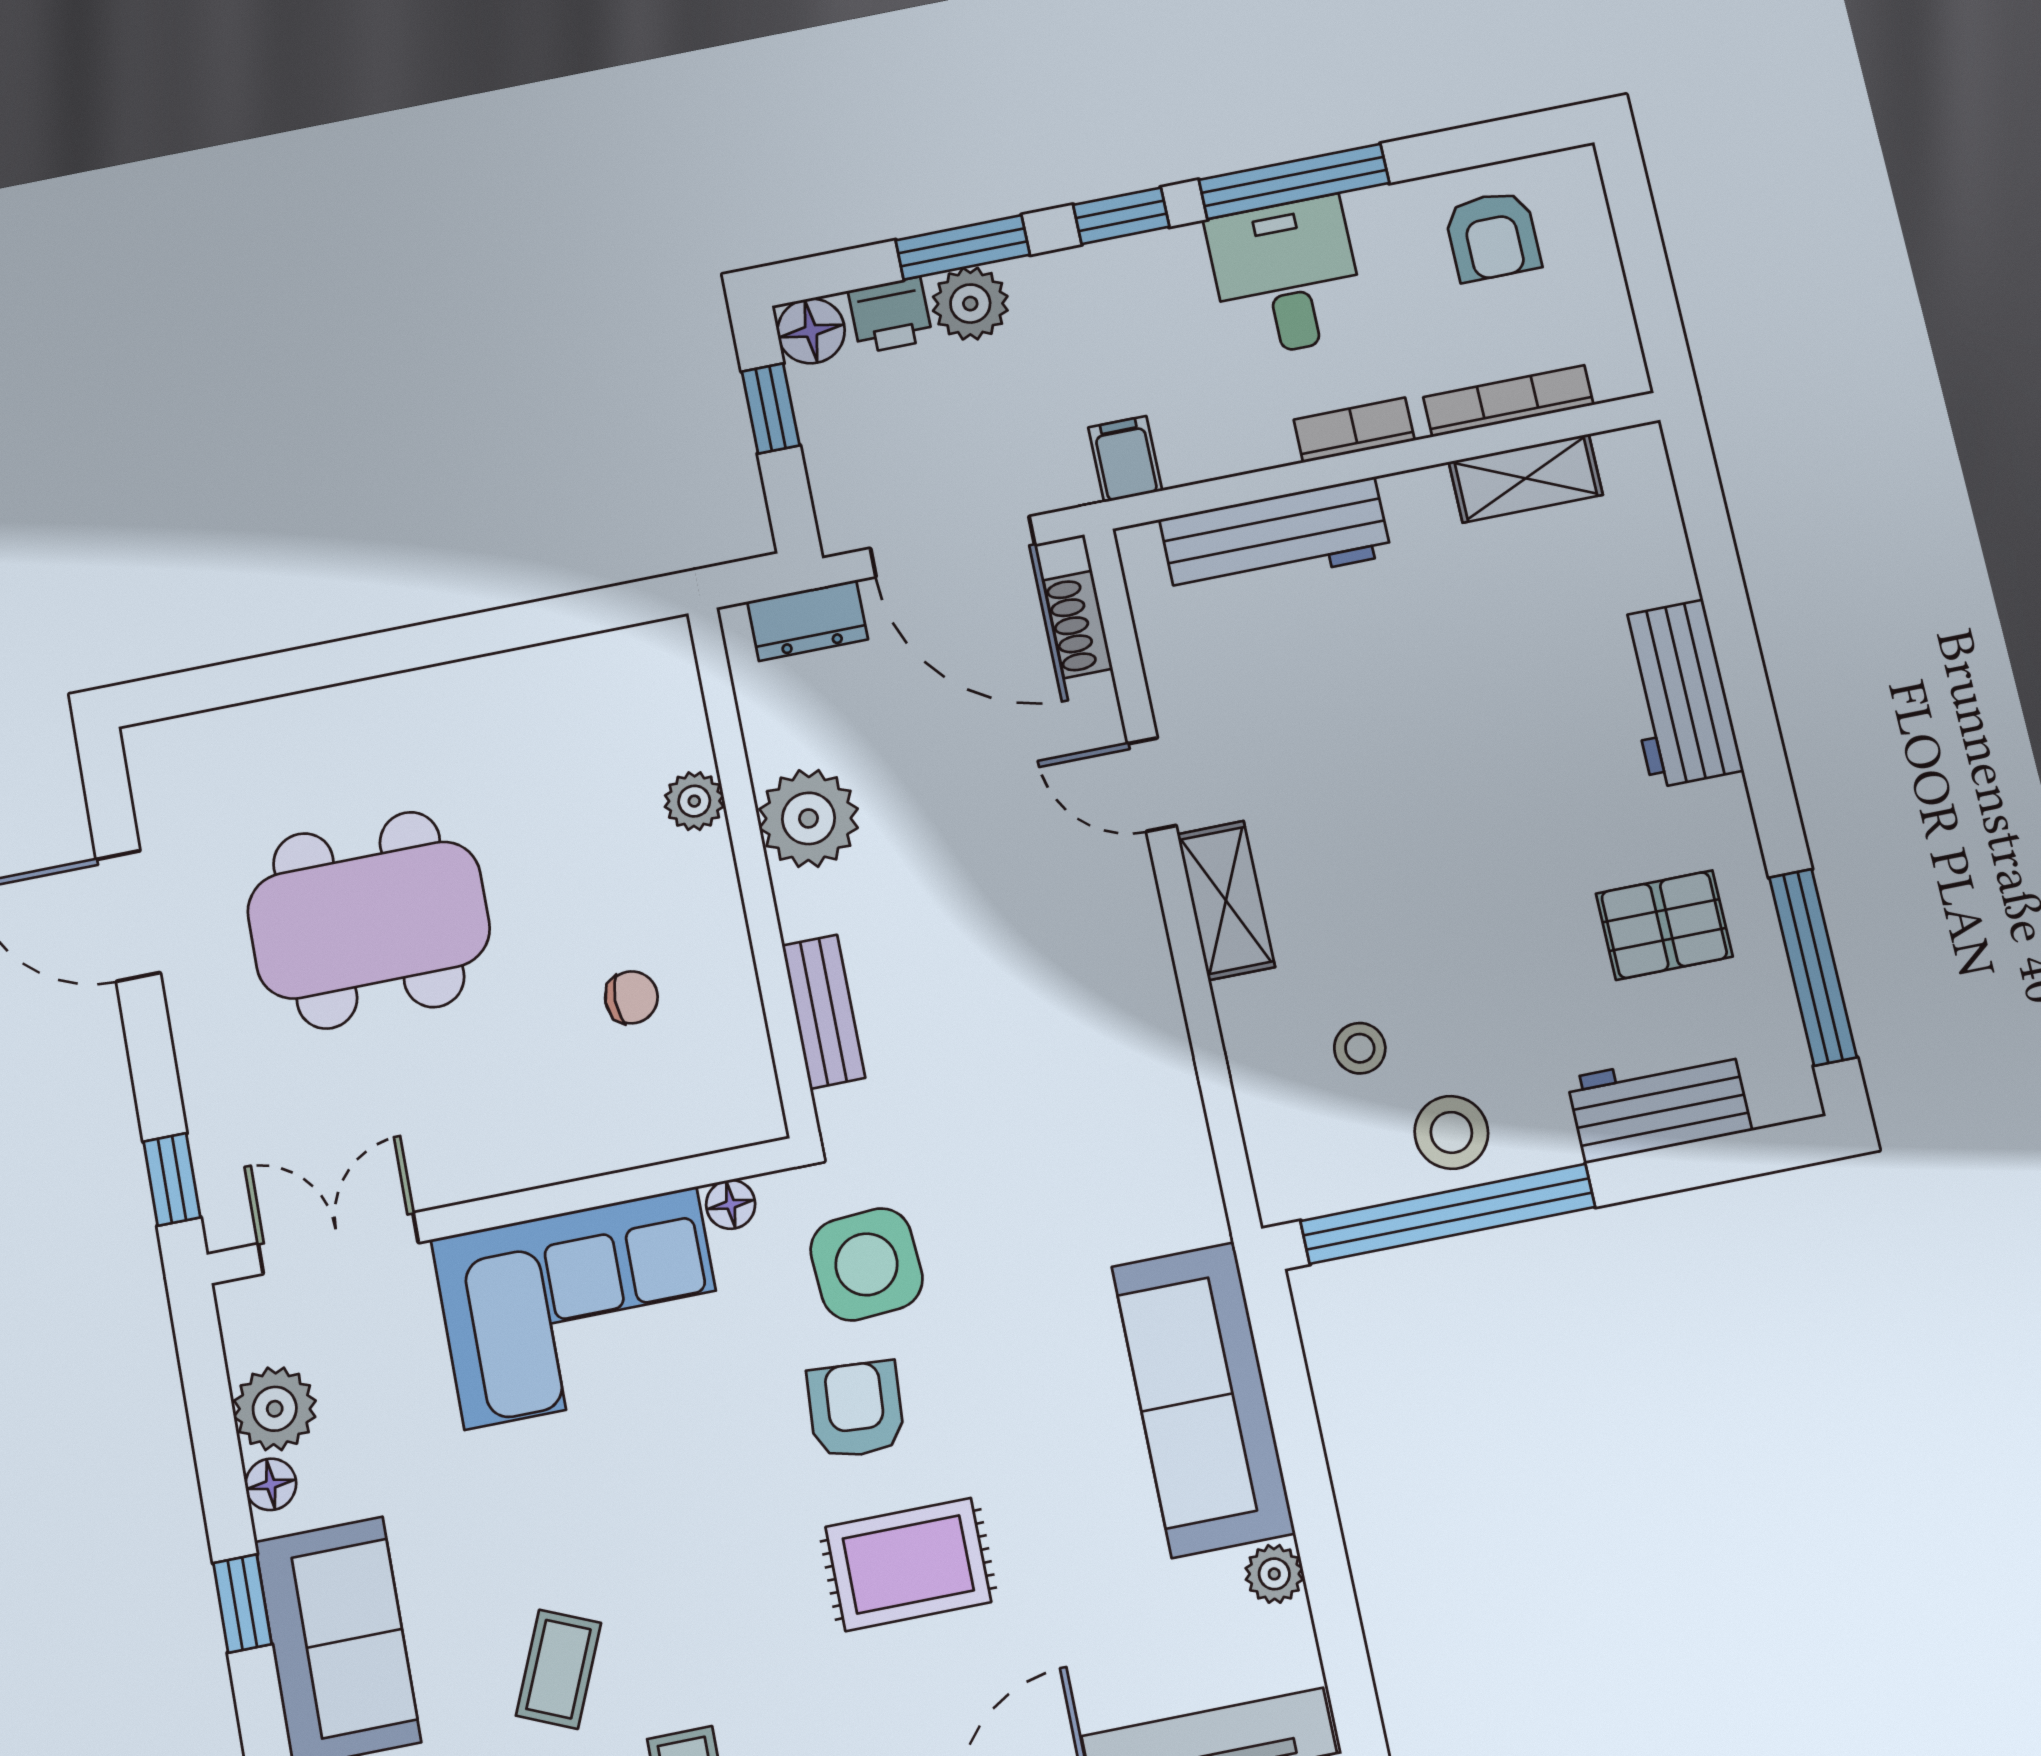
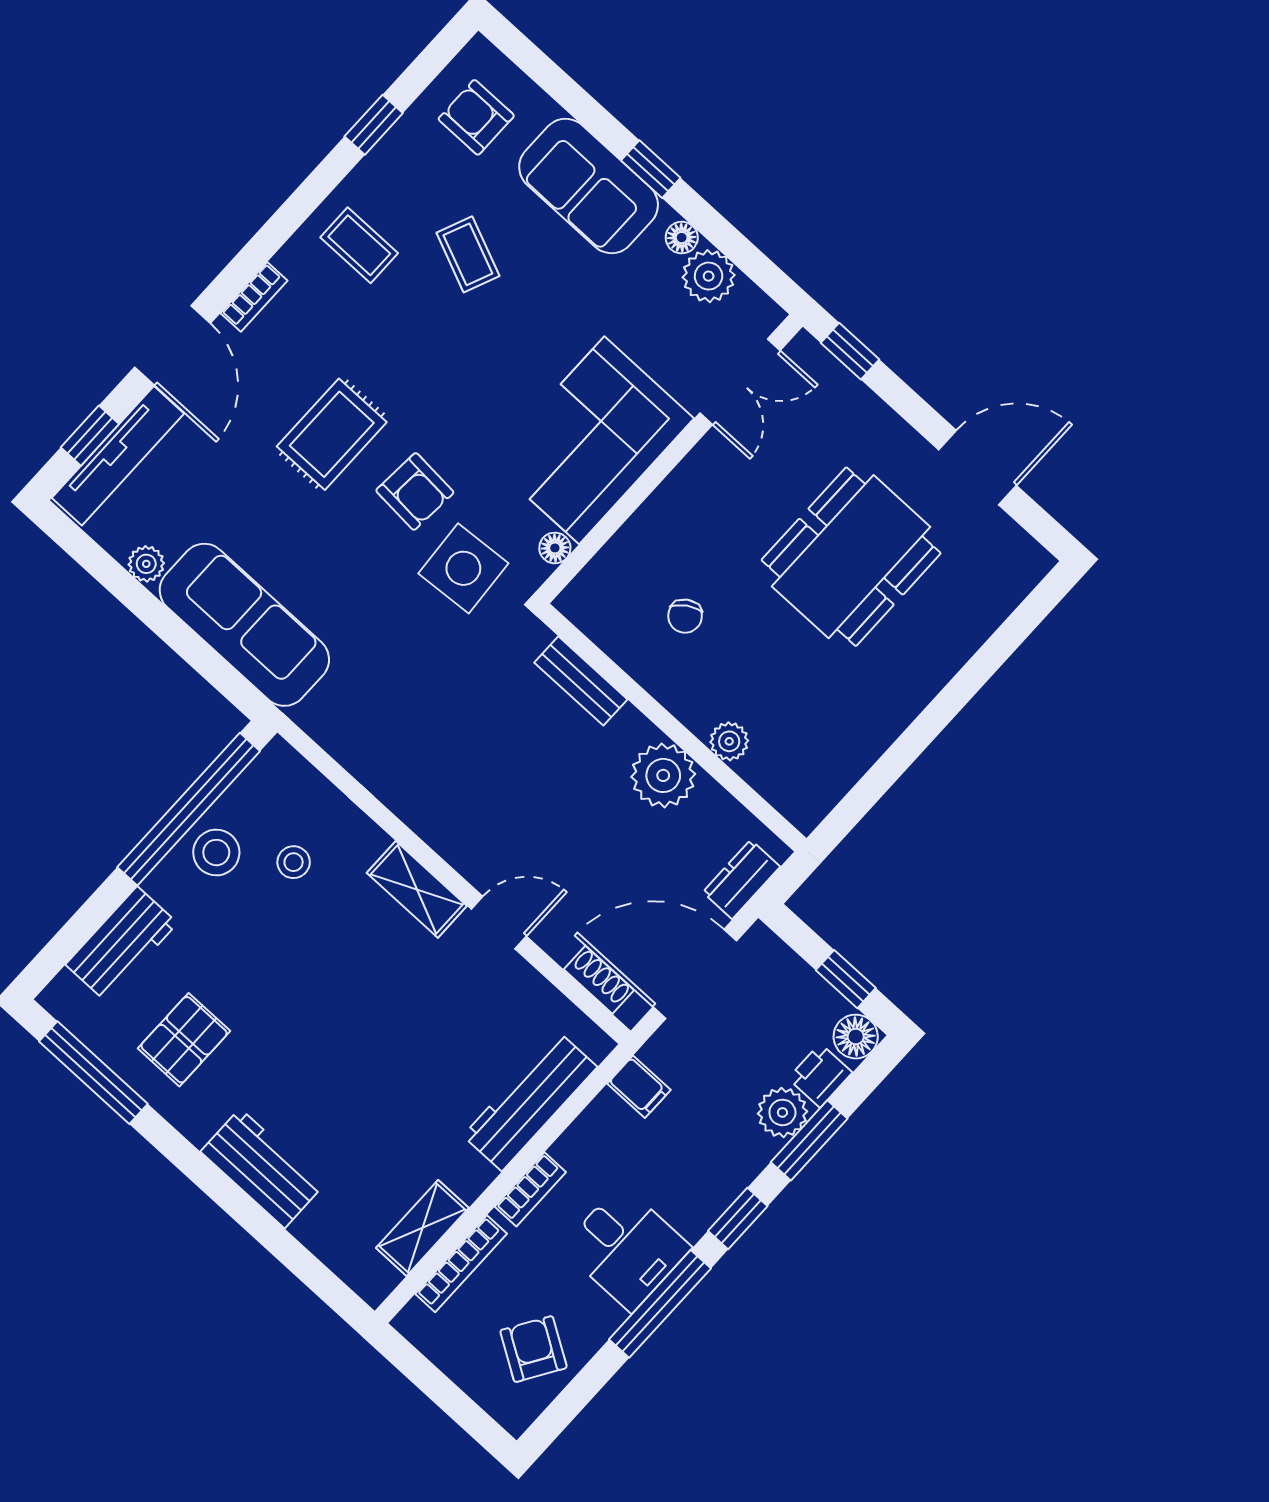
armchair: (1493, 236) -> (534, 1349), turned 32
chair: (631, 997) -> (685, 616), turned -33

